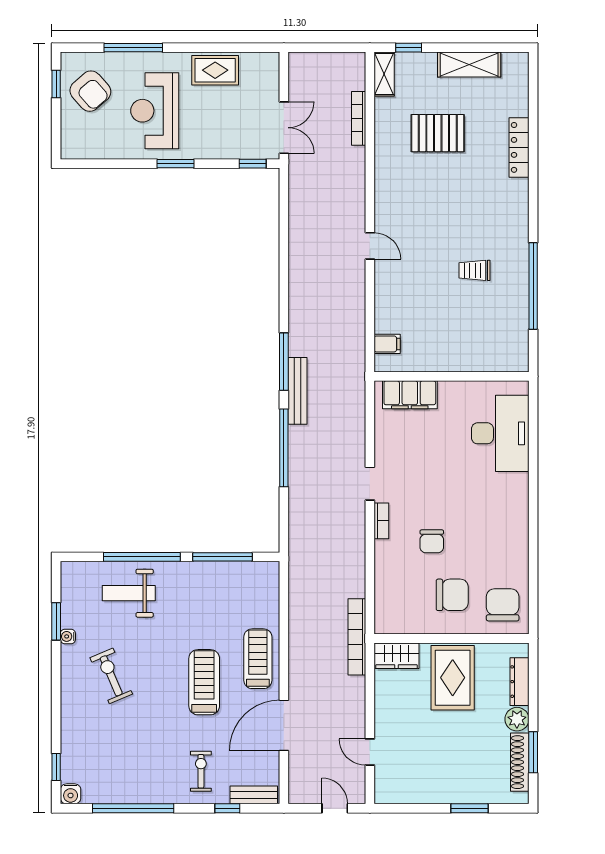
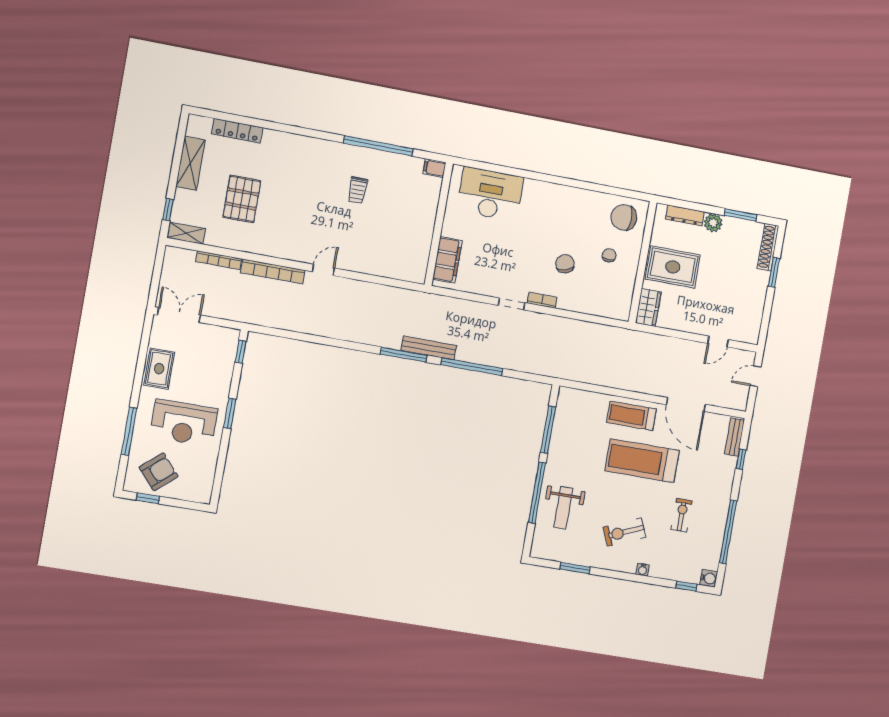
double door: (284, 128) -> (179, 315), moved
locker: (519, 147) -> (237, 131), moved
filing cabinet: (387, 344) -> (434, 168), moved, turned -90
chair: (432, 541) -> (565, 264), turned -107
chair: (452, 595) -> (609, 255), width x0.54, depth x0.54
water cooler: (68, 636) -> (643, 570), moved
bookcase: (357, 637) -> (273, 271), moved
treadmill: (204, 682) -> (642, 461), width x1.37, depth x1.38
shoe rack: (520, 762) -> (768, 247), moved, turned 90
exercise bike: (201, 771) -> (682, 515), moved, turned 90

